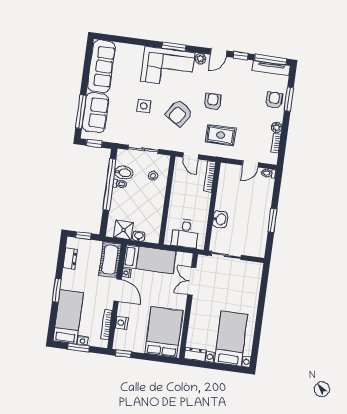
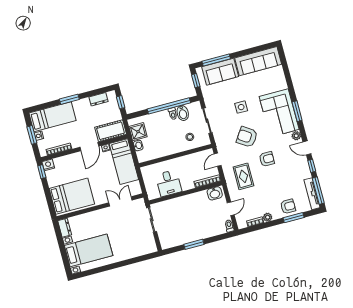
door: (250, 164) -> (231, 209), swing flipped
washbasin: (220, 219) -> (215, 193), moved
desk: (185, 233) -> (169, 183), moved, turned -90
nightstand: (122, 323) -> (48, 165), moved

